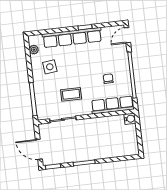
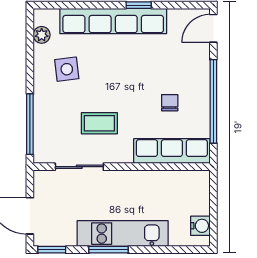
water cooler: (130, 119) -> (200, 226), moved
kitchen unit: (91, 153) -> (123, 234), added

